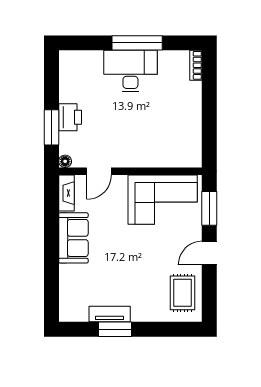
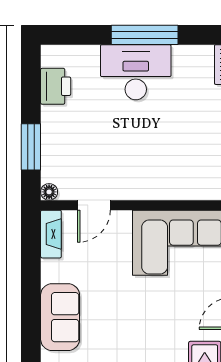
printer: (70, 117) -> (56, 86), moved
sofa: (73, 238) -> (60, 317), moved

